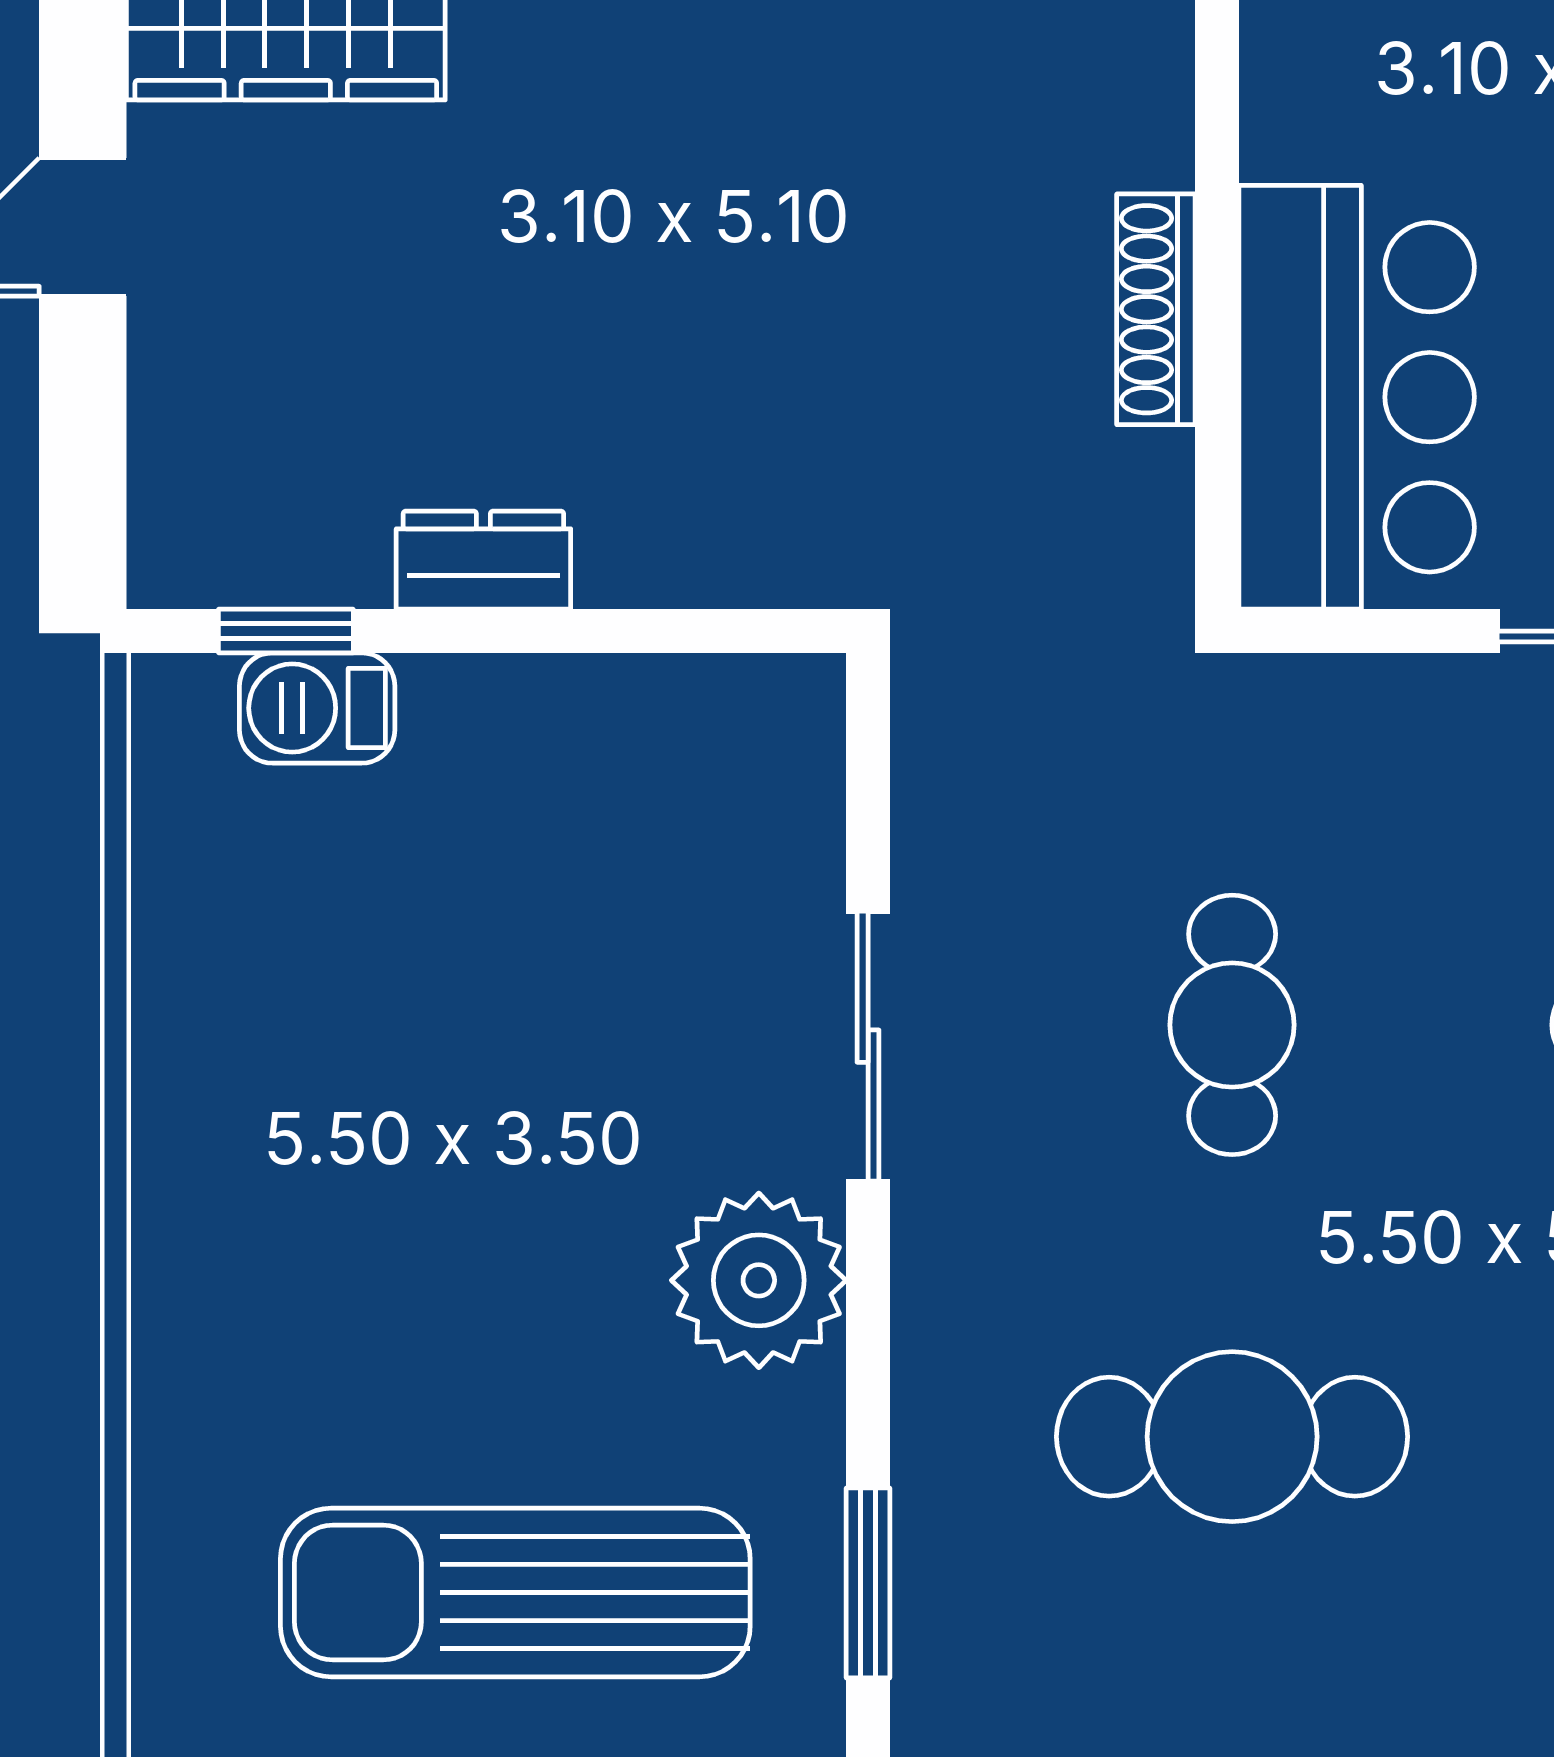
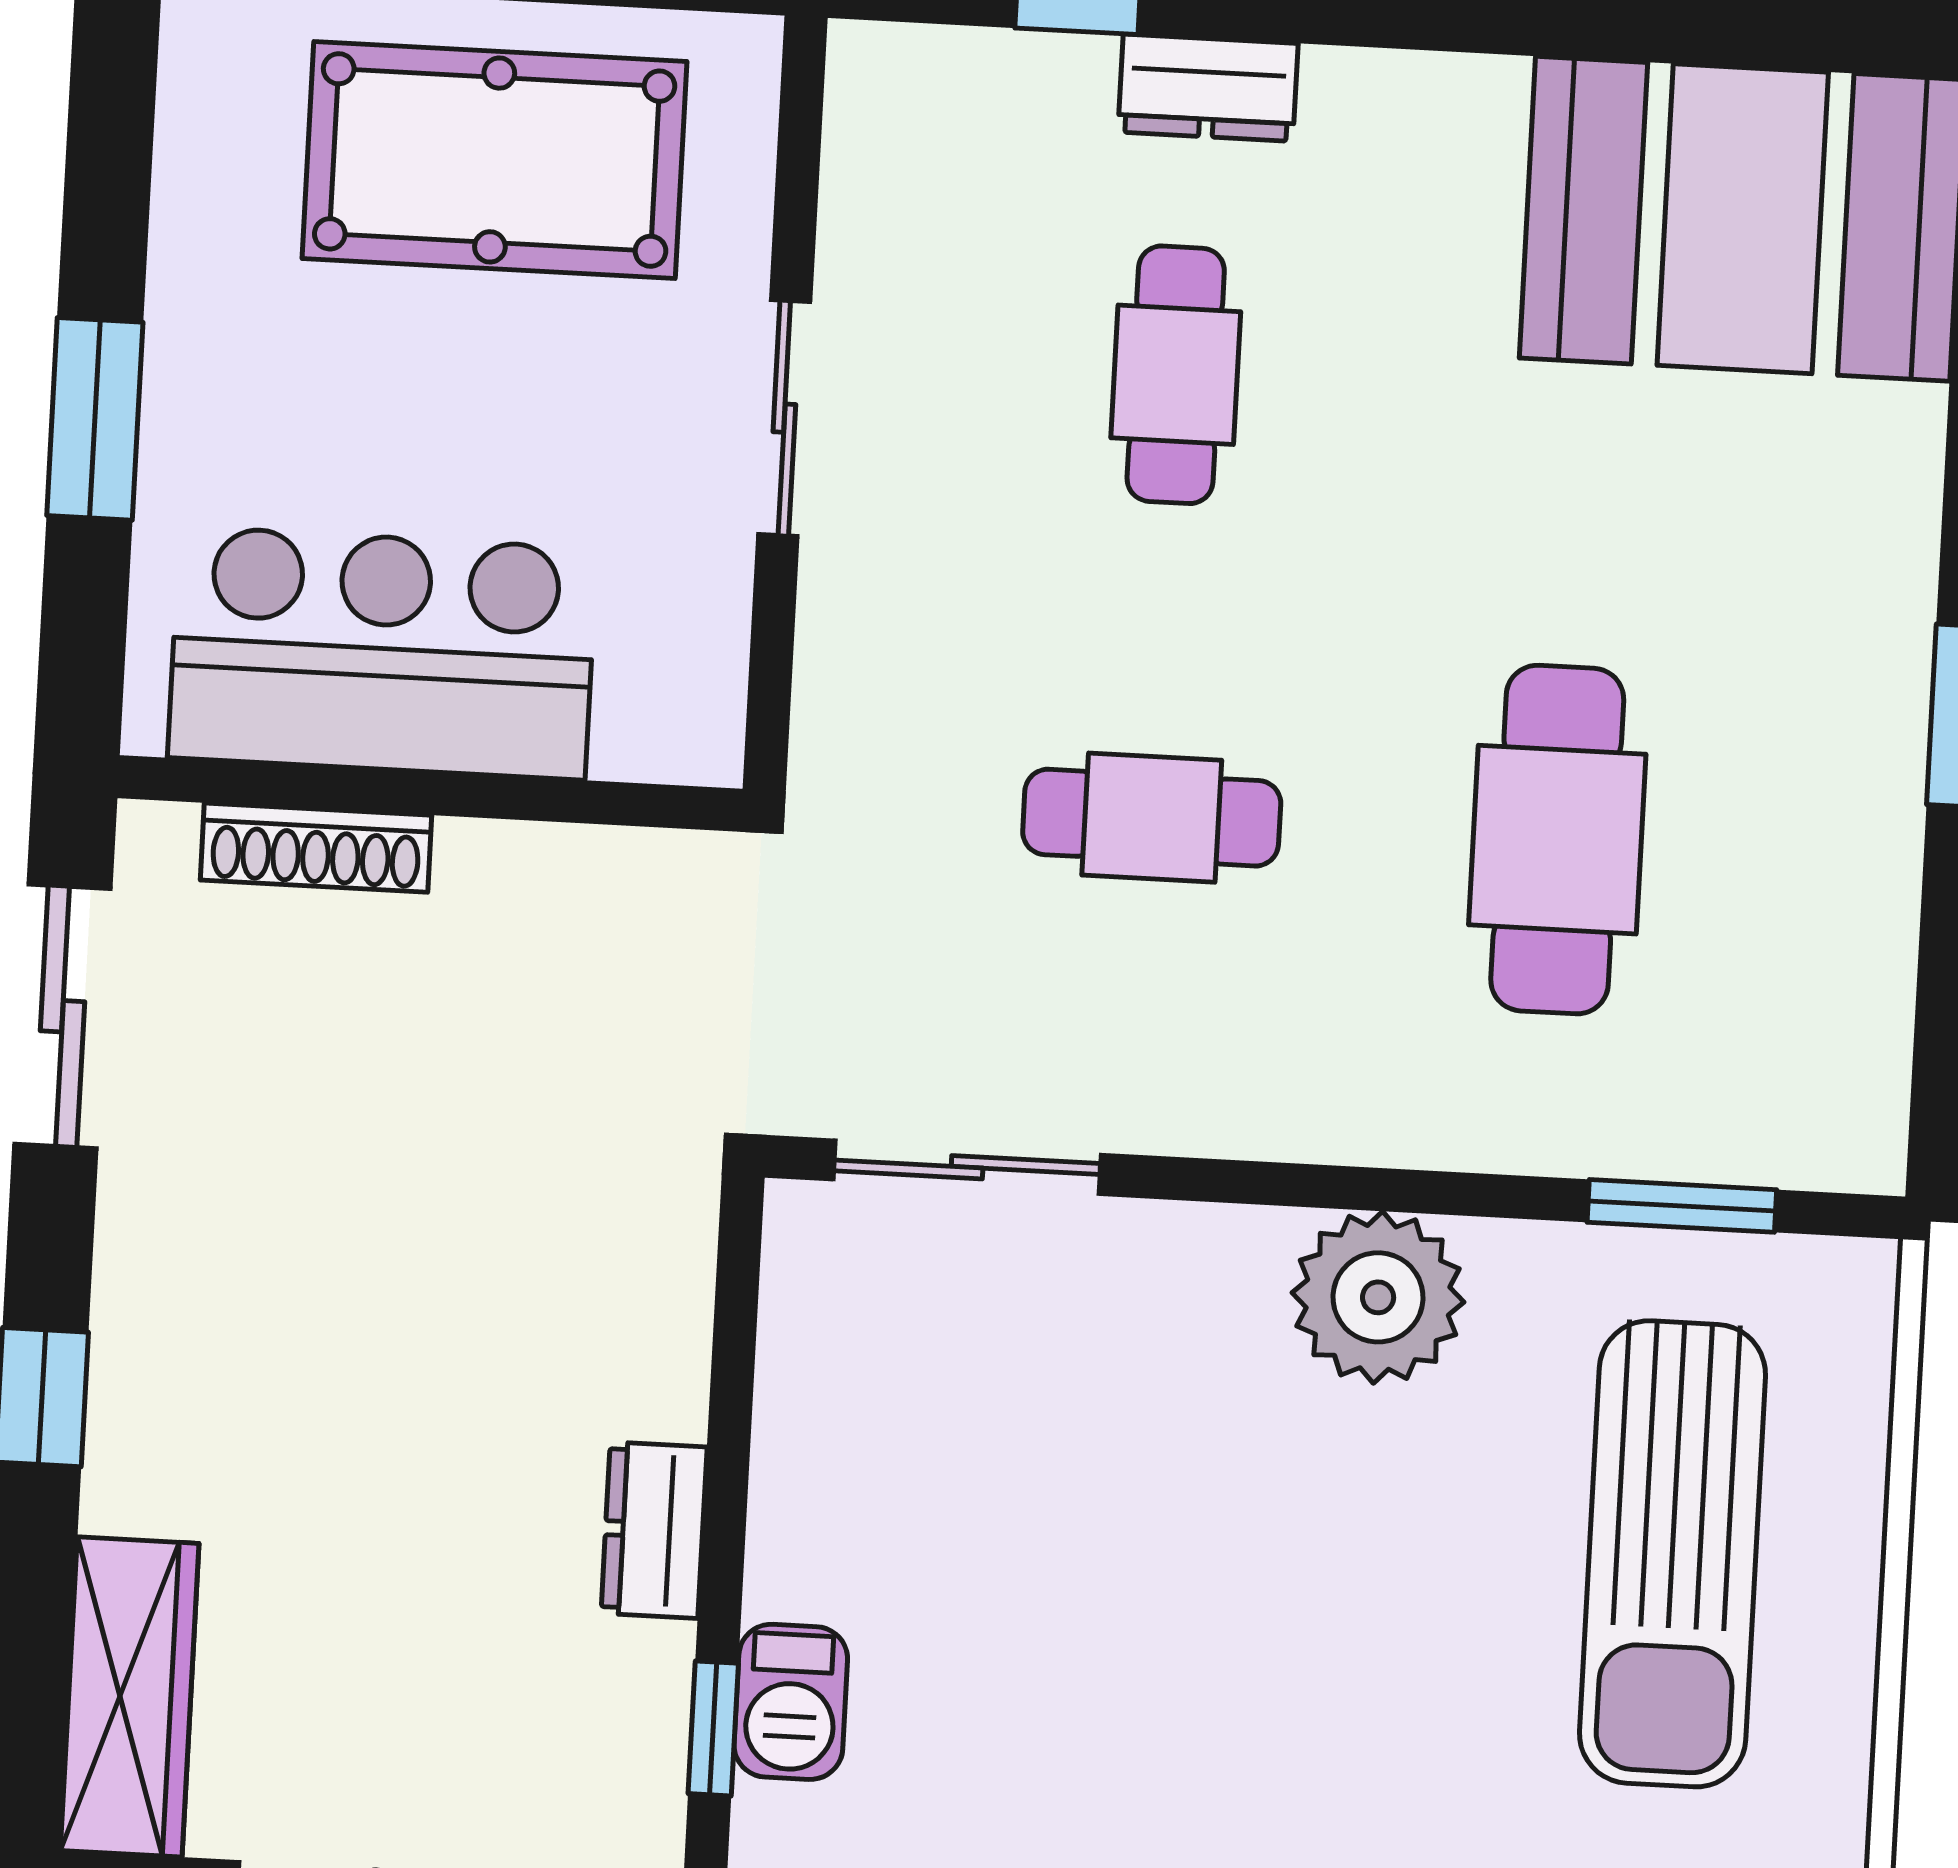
shoe rack: (1156, 309) -> (316, 848), moved
bar counter: (1357, 397) -> (382, 653), moved
sliding door: (868, 1046) -> (967, 1167), moved

